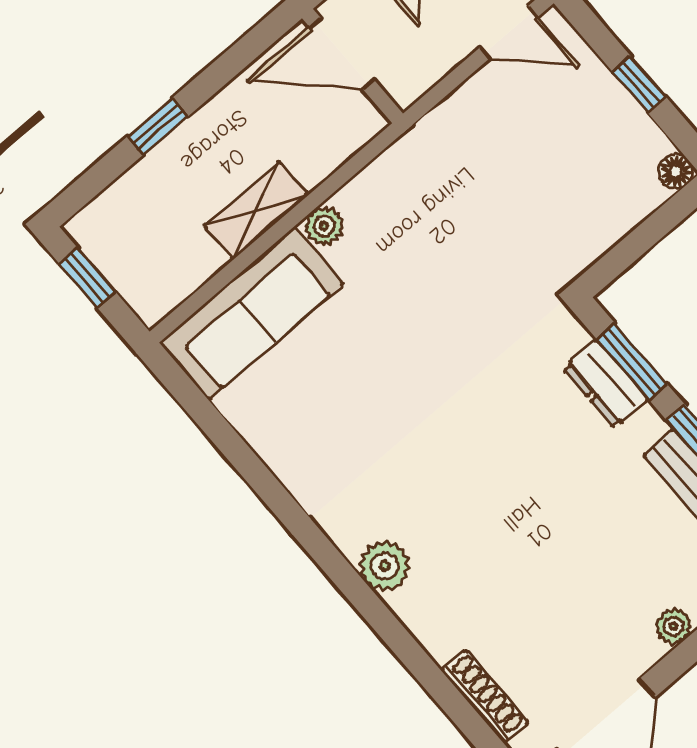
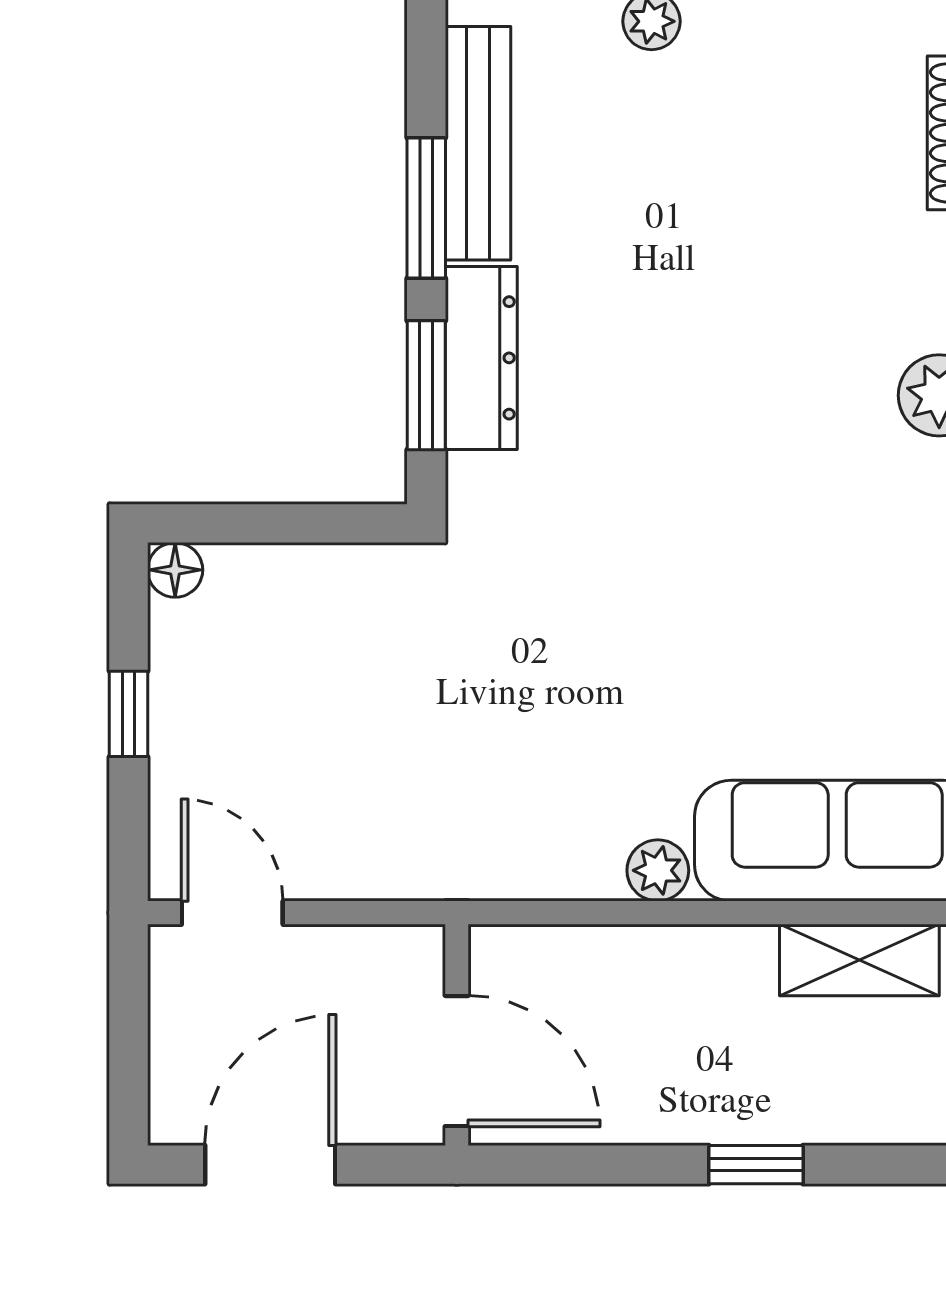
shelving: (256, 210) -> (859, 960), moved
dresser: (606, 384) -> (481, 358), width x1.44

